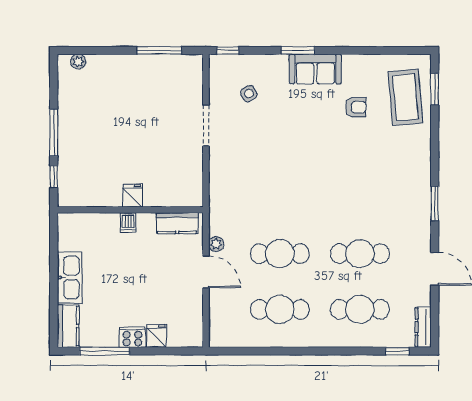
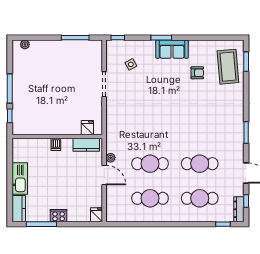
fridge: (133, 196) -> (87, 128), moved
window: (435, 314) -> (246, 201), added
fridge: (157, 336) -> (96, 215), moved

